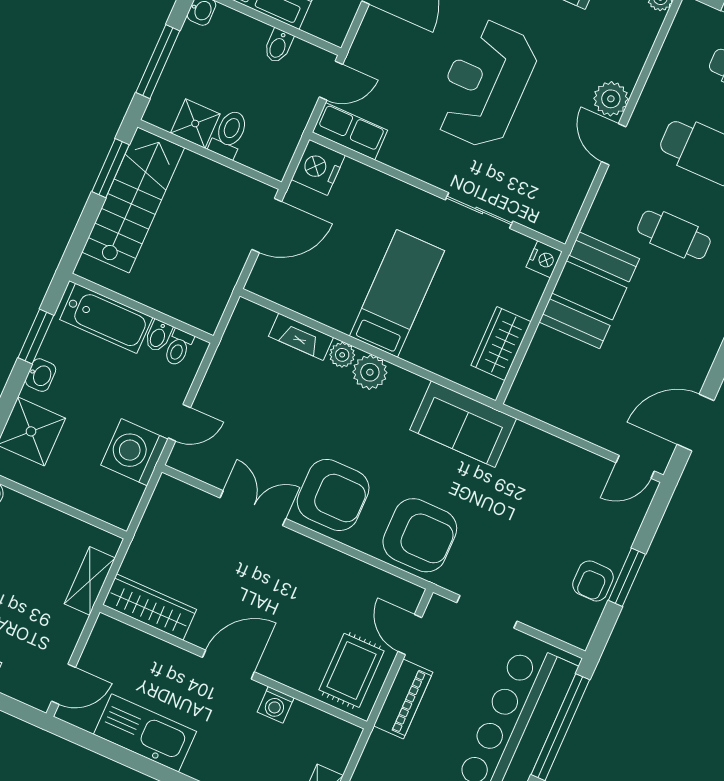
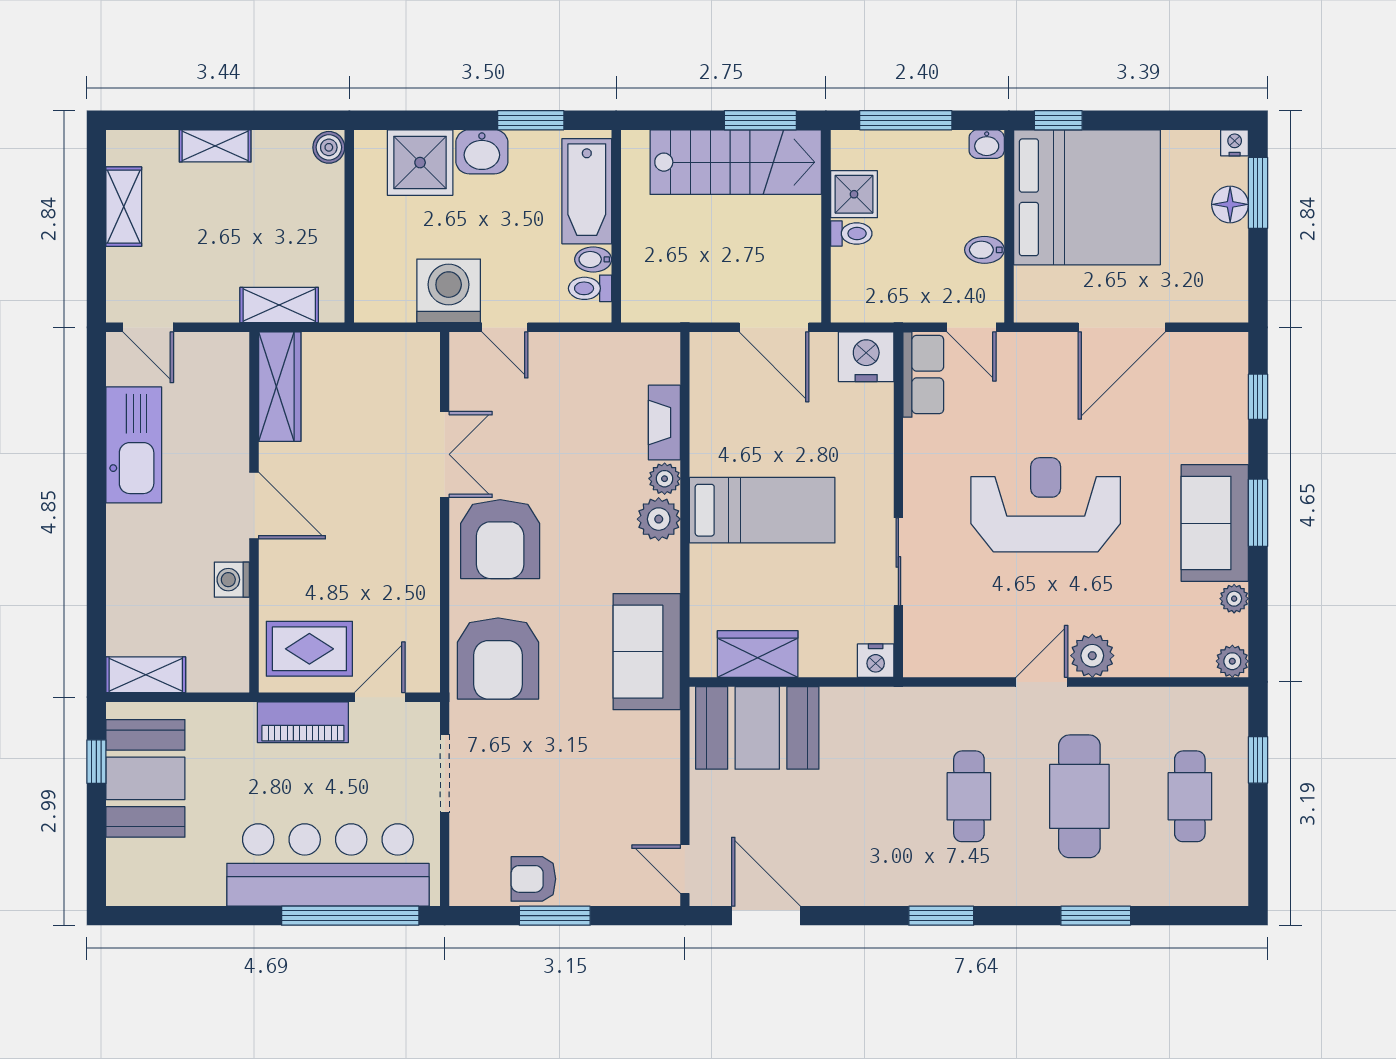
toilet: (229, 134) -> (851, 233), width x0.73, depth x0.72
booth: (589, 290) -> (757, 728), moved
washbasin: (41, 375) -> (482, 152), width x1.38, depth x1.45

